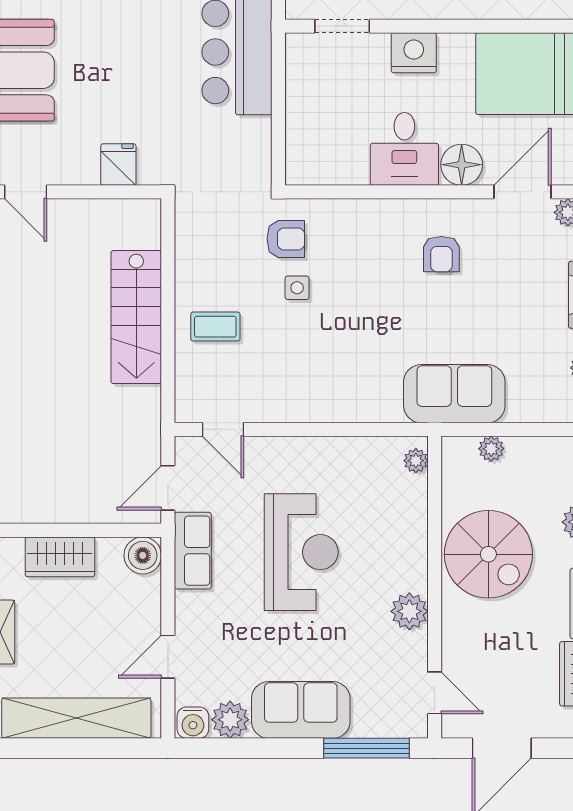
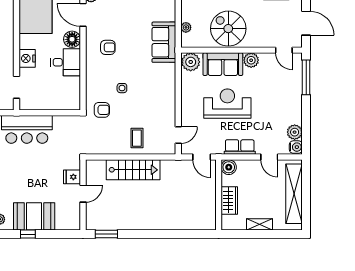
door: (26, 192) -> (83, 194), moved
armchair: (286, 239) -> (102, 110), turned 90
side table: (297, 288) -> (122, 88), moved
plant: (416, 461) -> (191, 62), width x1.88, depth x1.88
row of seats: (193, 551) -> (240, 147), moved
spiral stairs: (488, 554) -> (228, 29), turned -90
door: (435, 693) -> (284, 50), swing flipped
sofa: (301, 710) -> (223, 64), moved, turned -90

